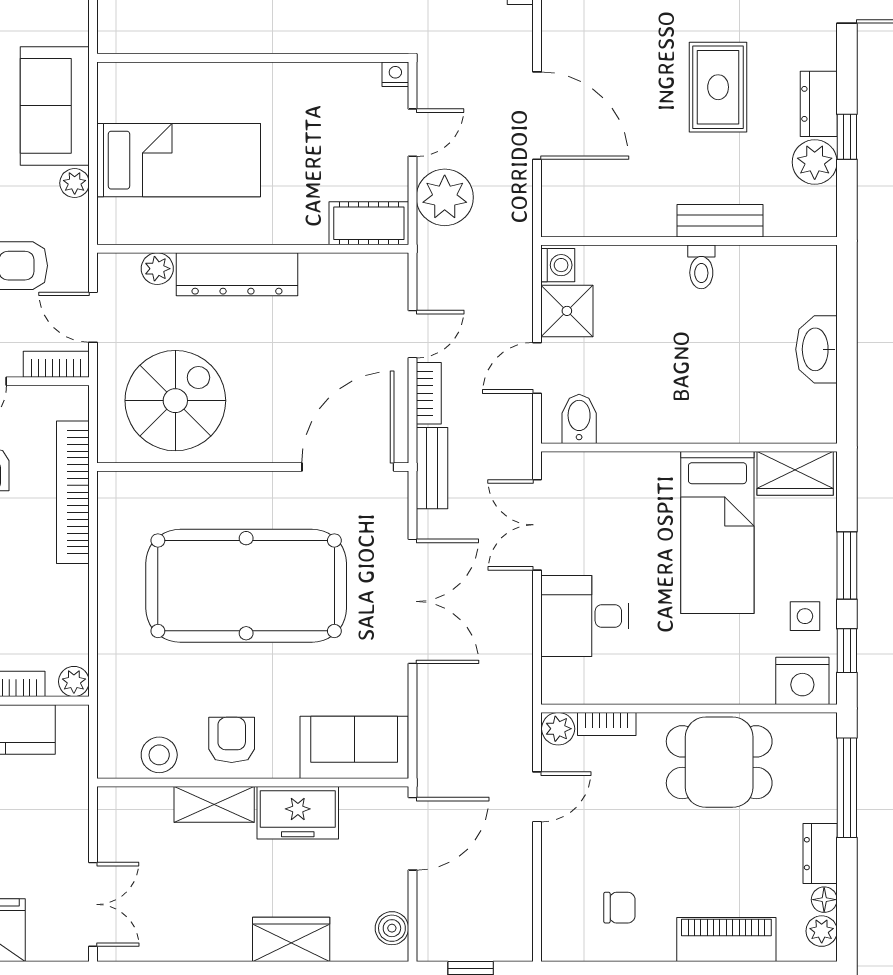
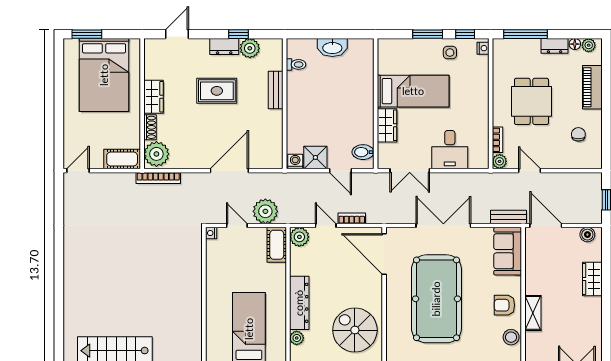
toilet: (701, 267) -> (296, 64), moved
plant: (387, 275) -> (299, 237), added
bench: (432, 468) -> (508, 217), moved
wardrobe: (795, 473) -> (387, 125), moved
nightstand: (802, 681) -> (483, 48), width x0.53, depth x0.56
dining table: (719, 762) -> (531, 101), moved
freezer: (298, 813) -> (537, 276), removed

